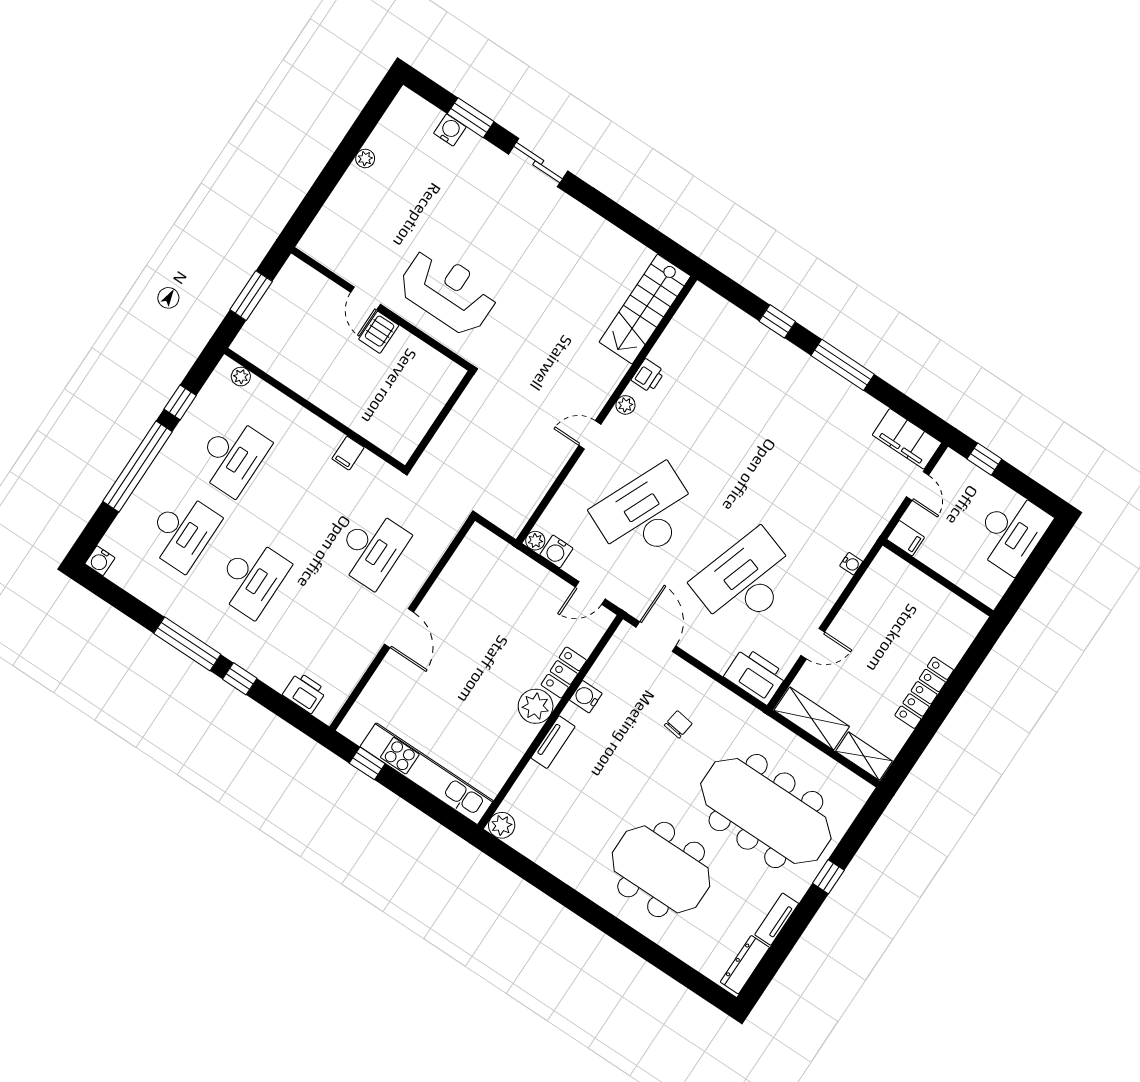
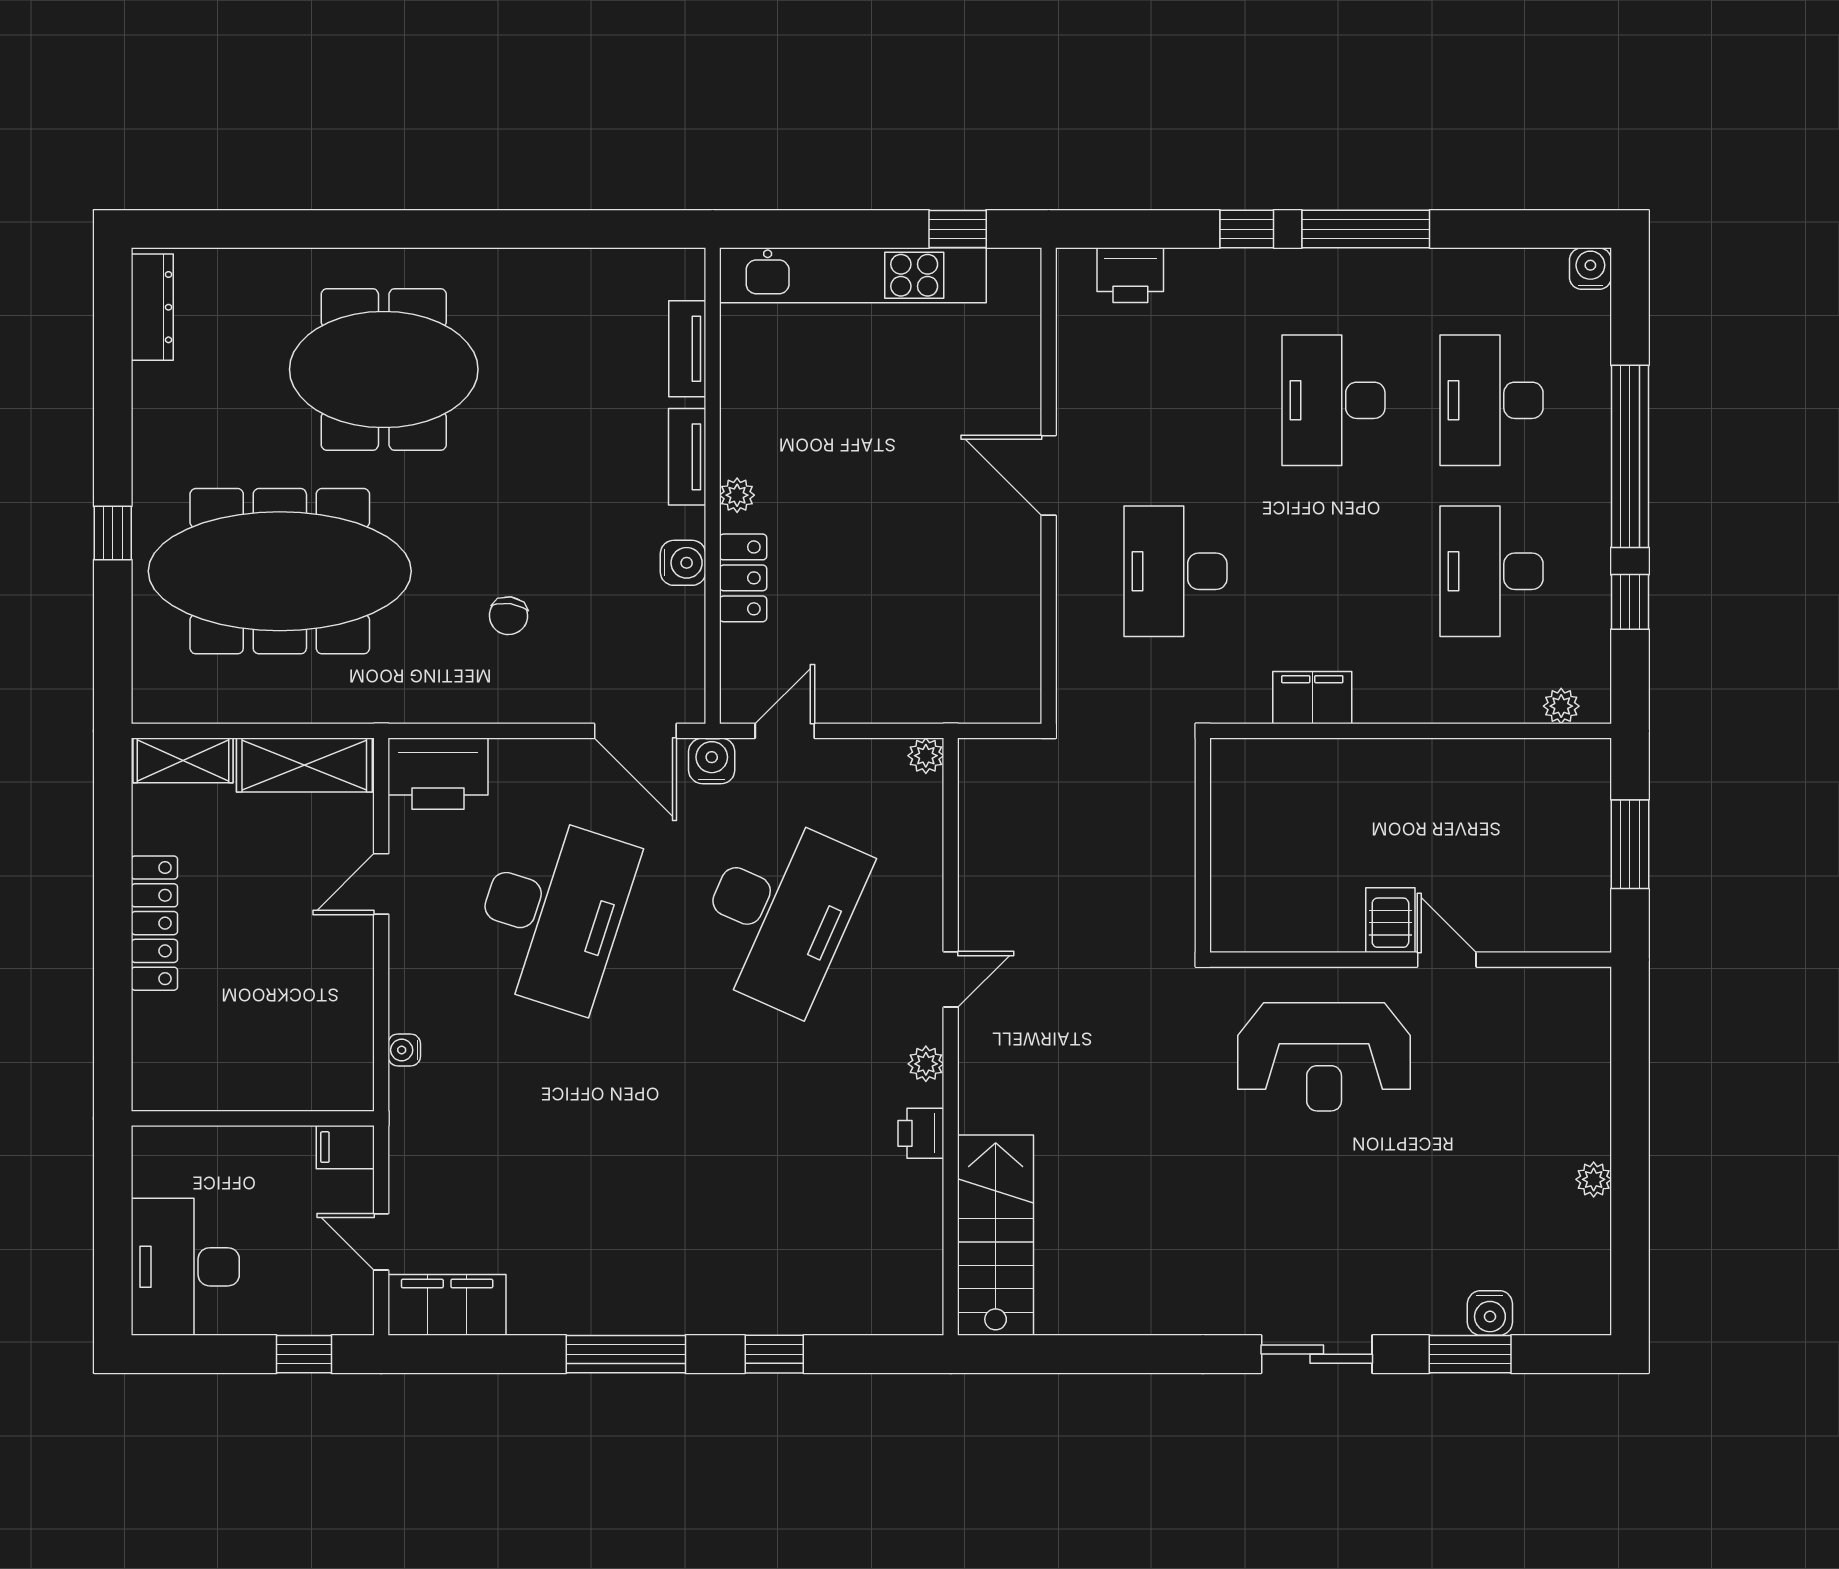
filing cabinet: (348, 453) -> (1312, 698), width x2.00
water cooler: (556, 551) -> (712, 761), moved
plant: (536, 706) -> (737, 495), width x0.53, depth x0.53
plant: (502, 825) -> (681, 272), removed
tv unit: (777, 919) -> (687, 349), moved, turned 180

